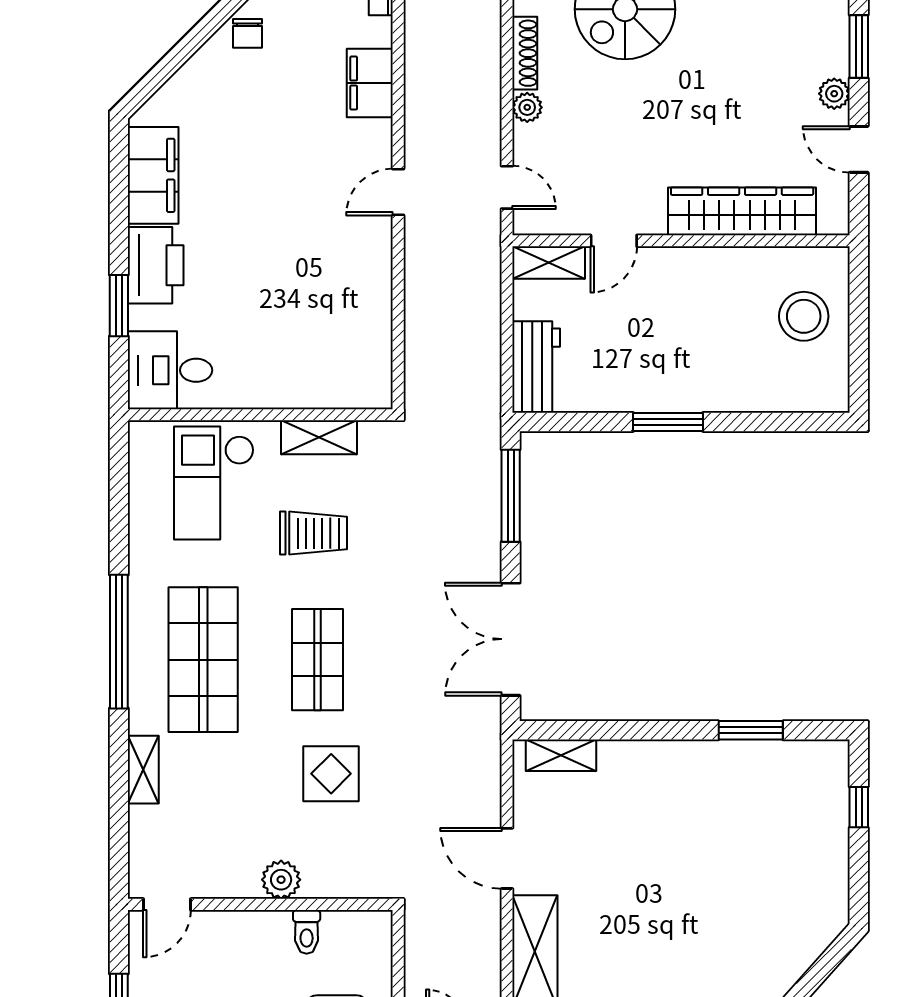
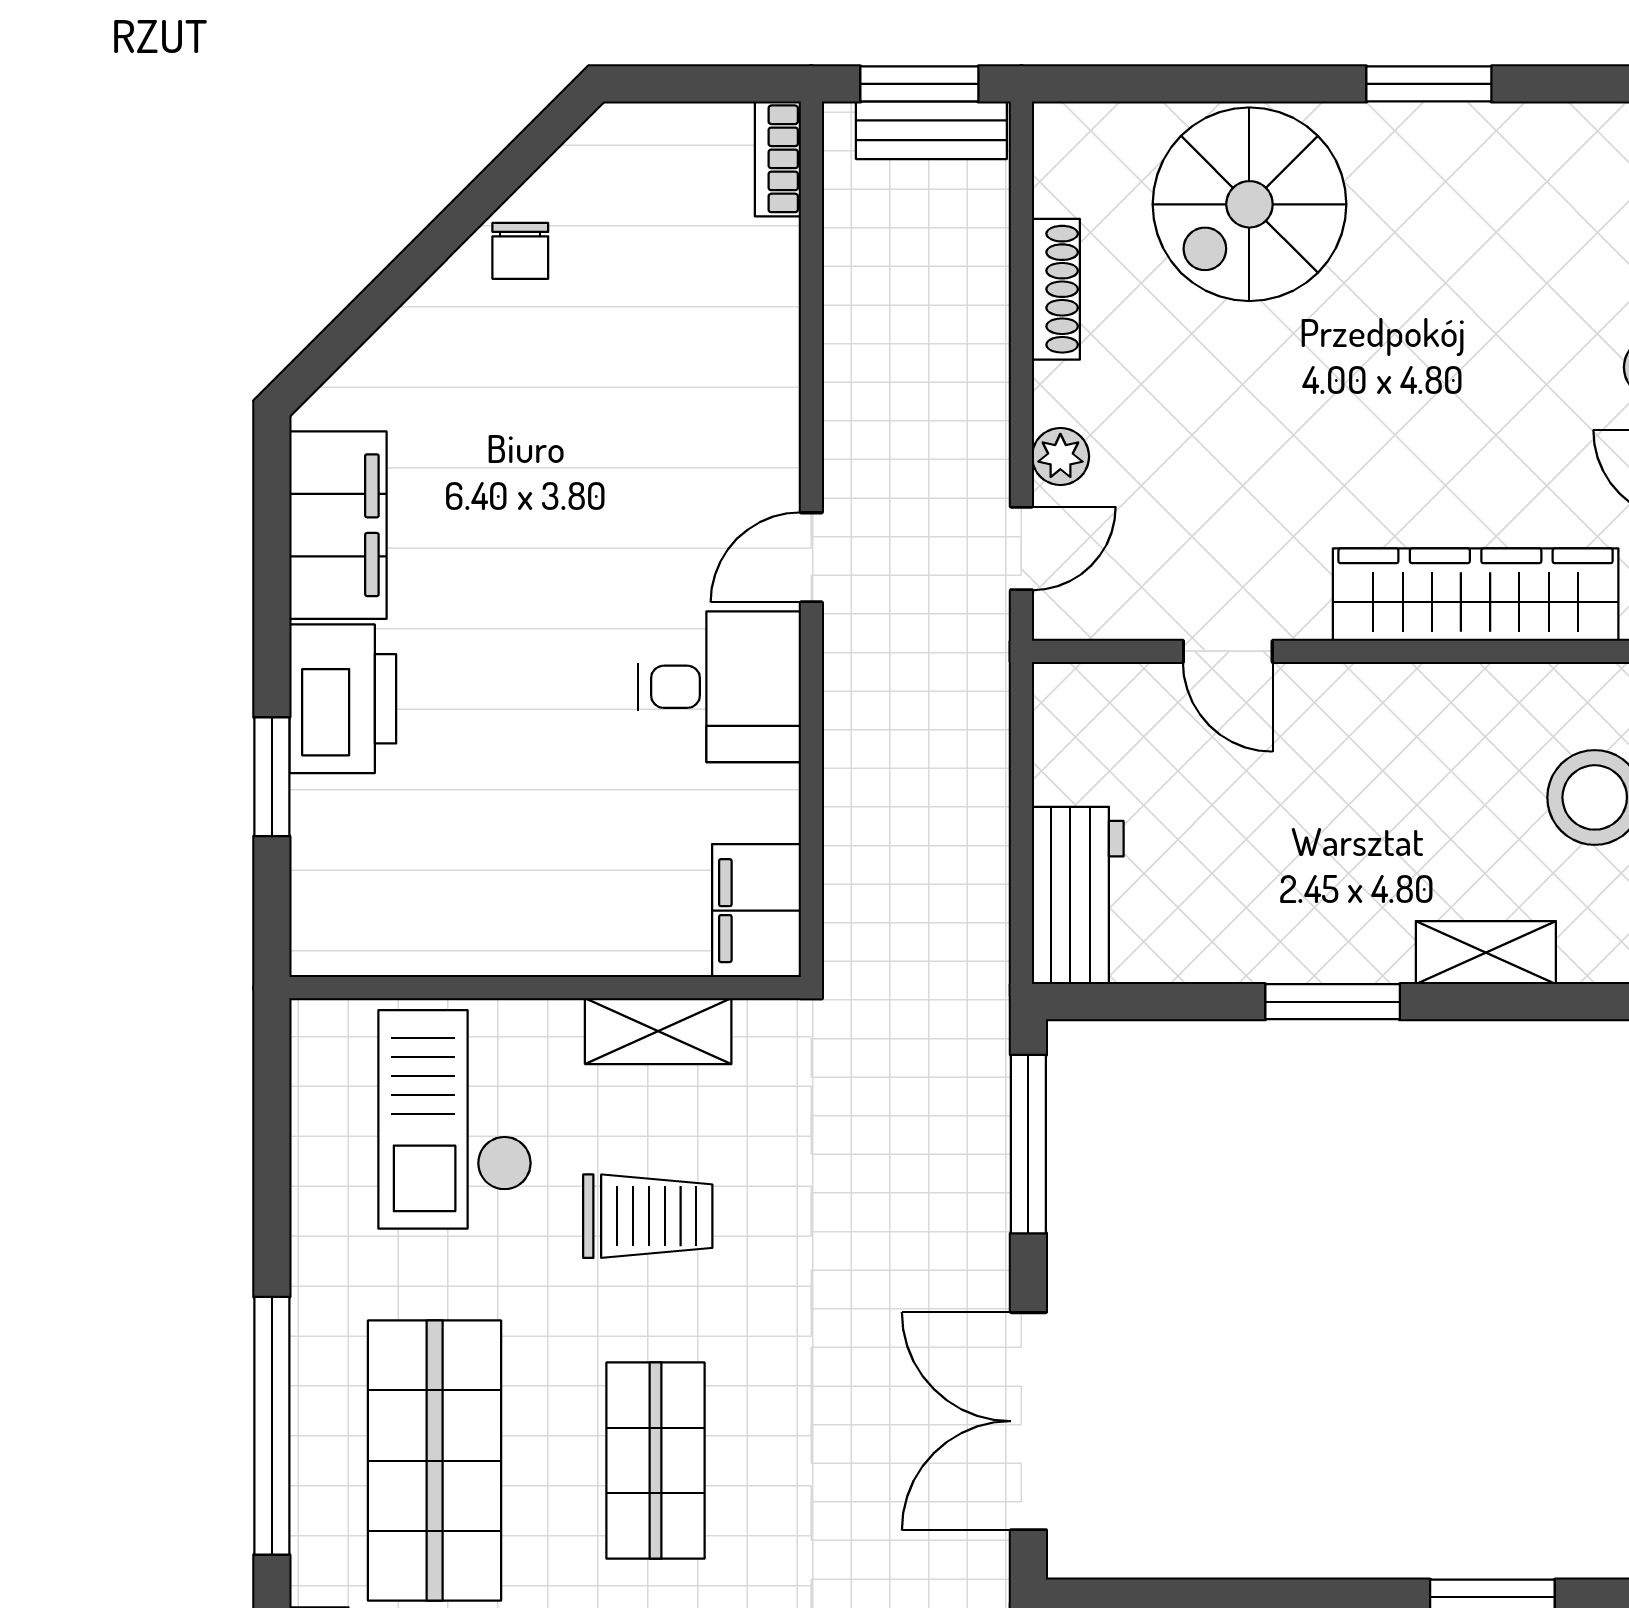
filing cabinet: (370, 83) -> (756, 911), moved
plant: (527, 107) -> (1060, 456), moved
door: (507, 187) -> (1021, 548), hinge flipped
door: (614, 241) -> (1228, 651), hinge flipped
shelving: (549, 262) -> (1486, 953), moved
desk: (170, 370) -> (719, 687), moved, turned 180

